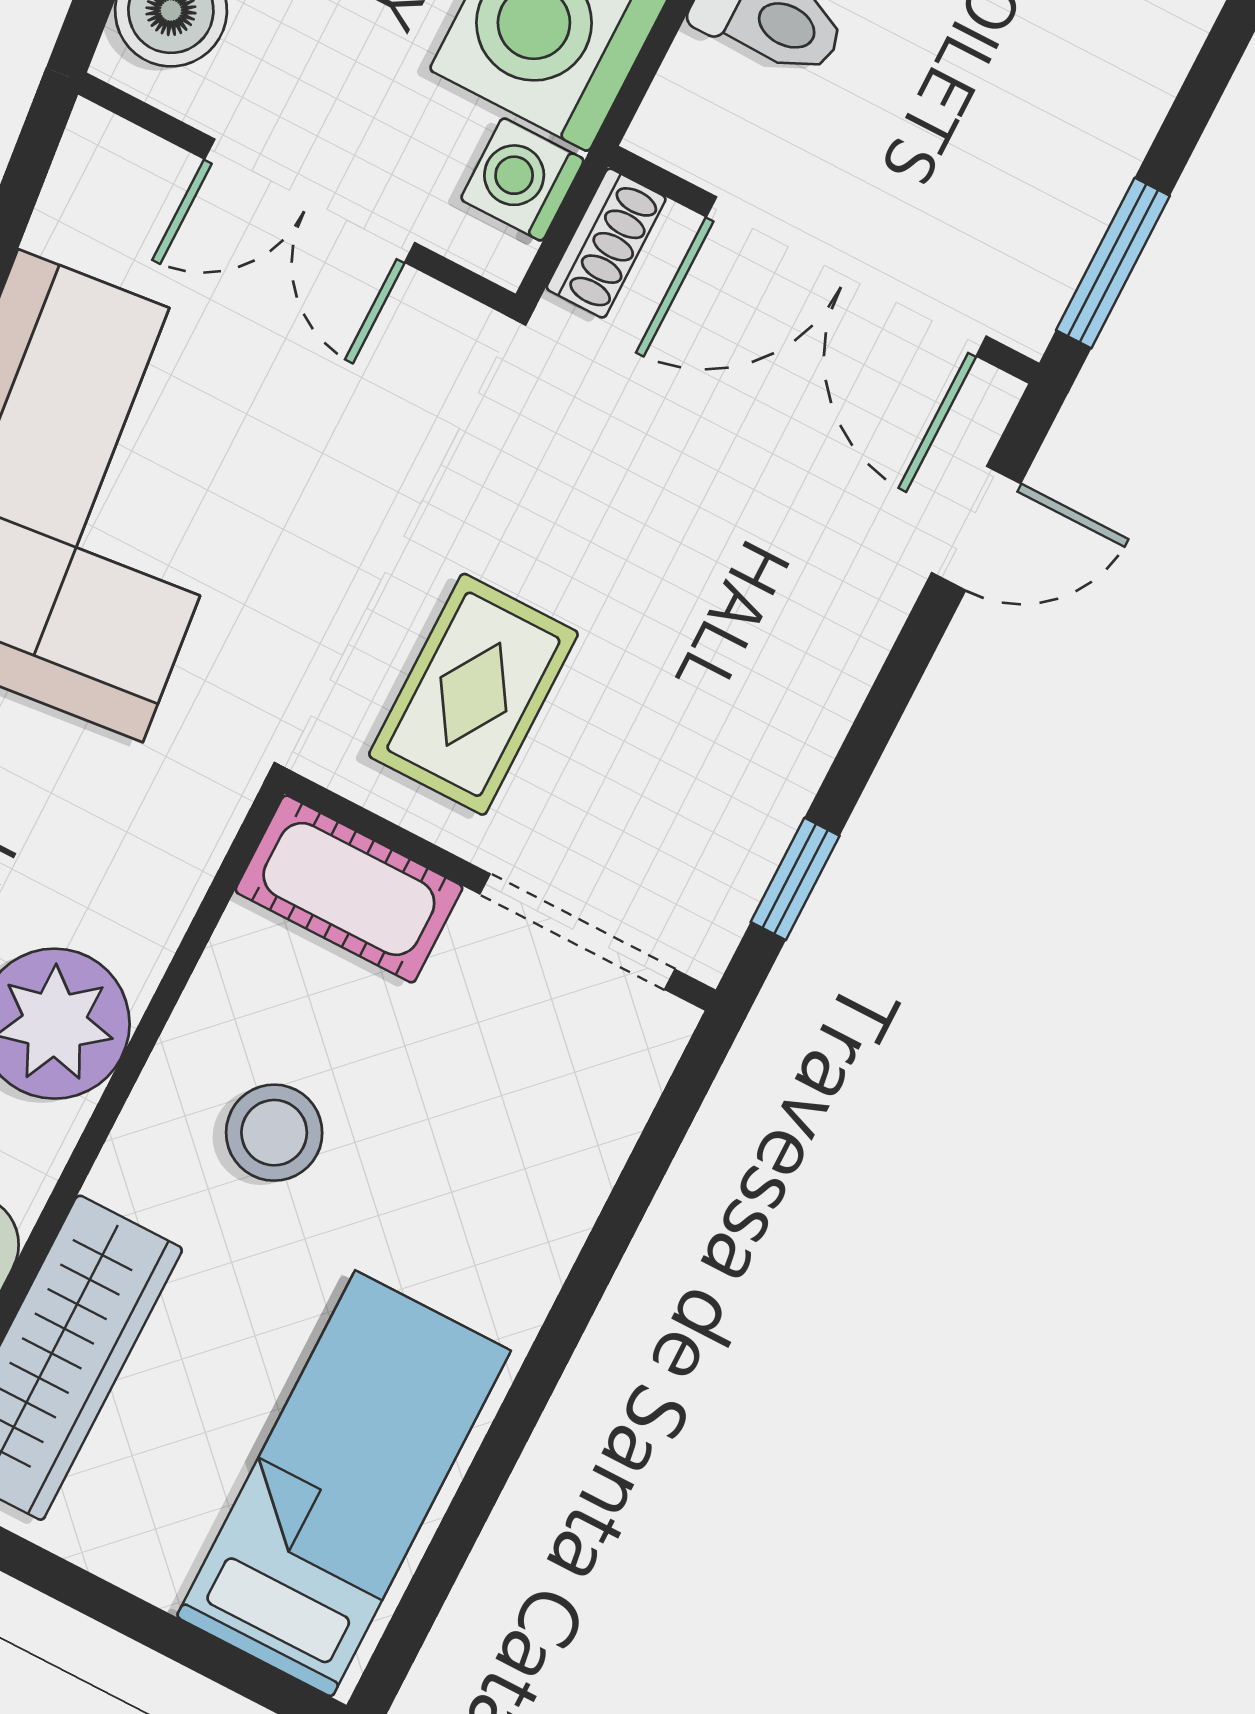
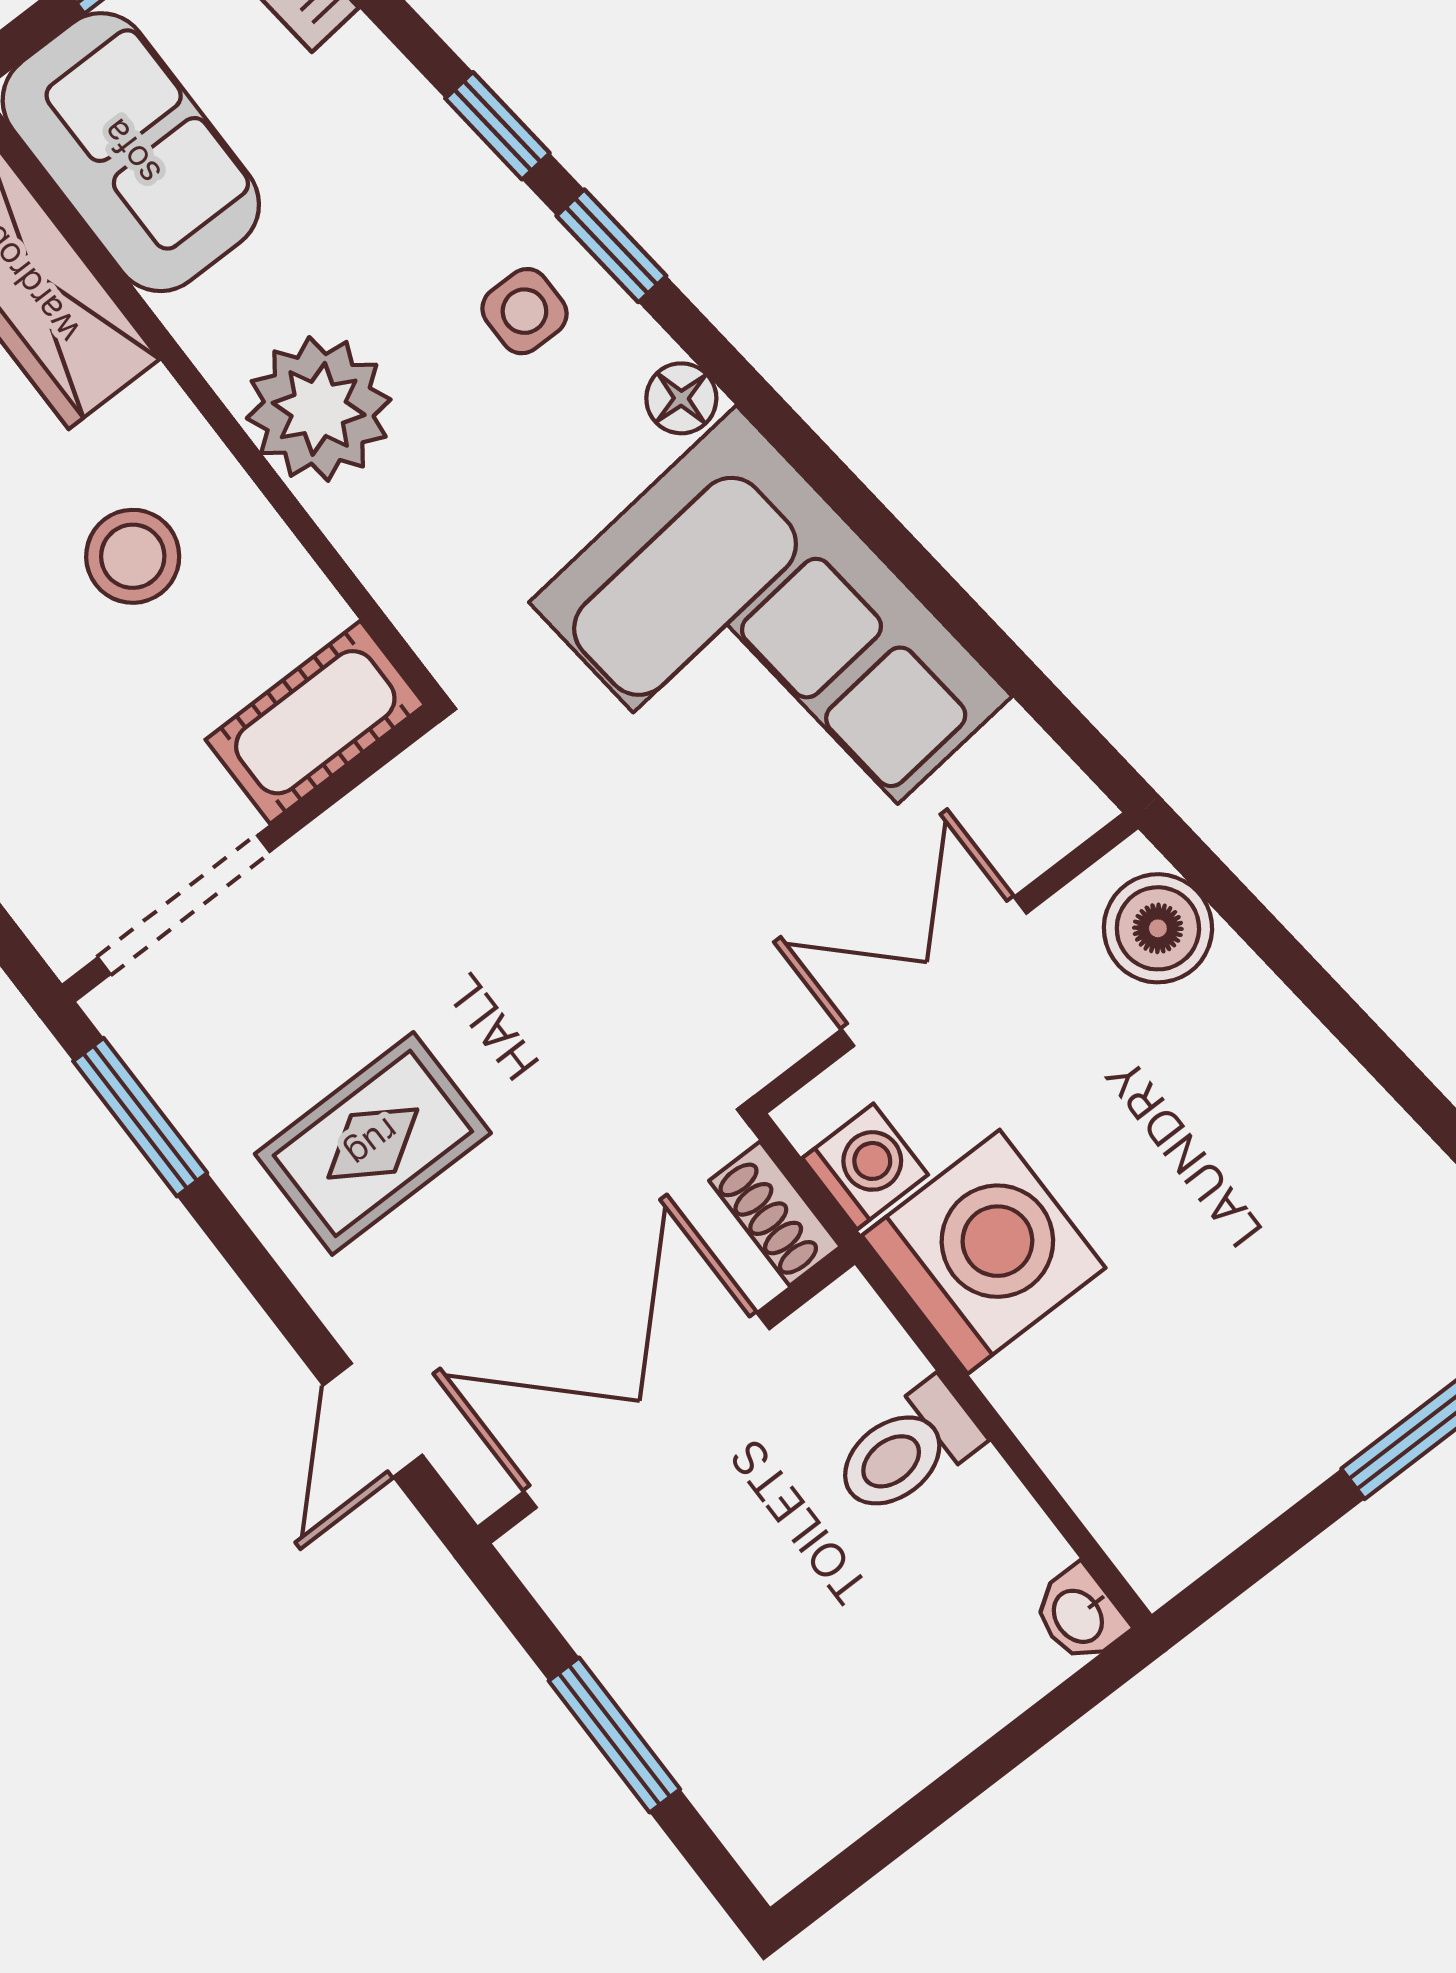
window: (1113, 263) -> (614, 1735), moved
rug: (473, 694) -> (373, 1143), moved, turned 90
window: (795, 879) -> (140, 1117), width x1.50

